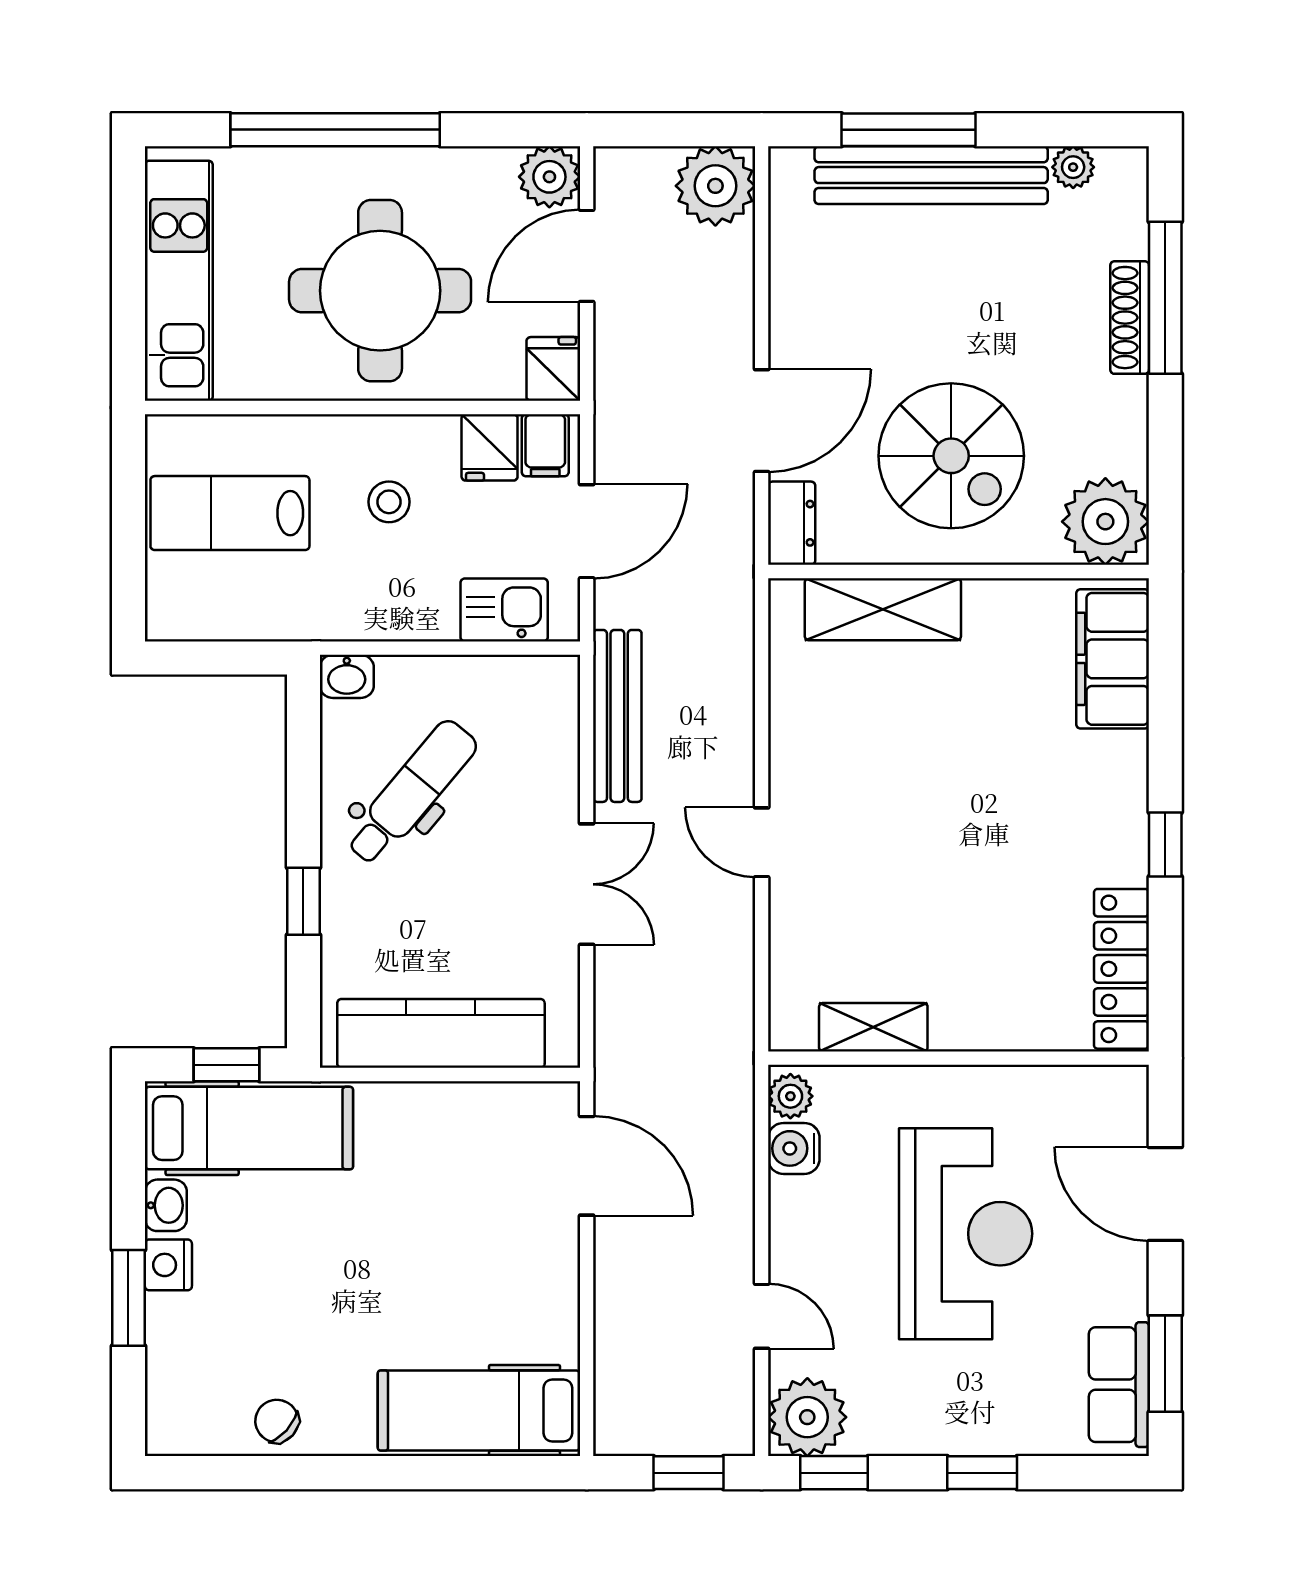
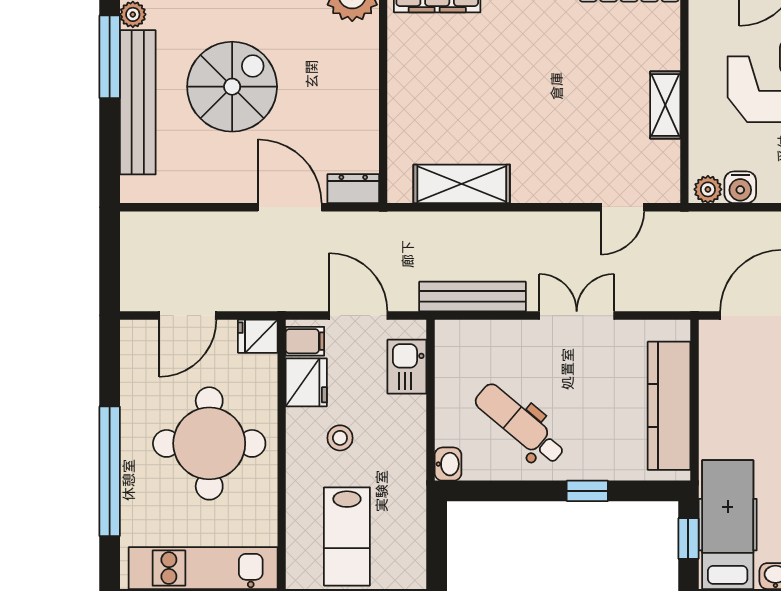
window: (908, 130) -> (110, 57), moved
plant: (549, 177) -> (139, 339), removed
plant: (715, 186) -> (144, 236), removed
door: (587, 256) -> (188, 316), hinge flipped
fridge: (490, 447) -> (306, 382), width x1.38
spiral stairs: (951, 456) -> (232, 87), moved
shelving: (883, 609) -> (462, 184), moved, turned 90
door: (762, 842) -> (622, 207), moved
shelving: (873, 1027) -> (665, 105), moved

